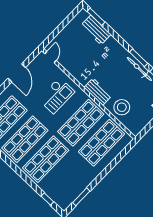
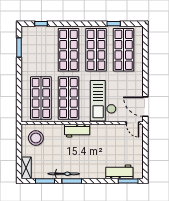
door: (17, 73) -> (145, 107), moved
checkout: (56, 95) -> (103, 101), width x1.36, depth x1.21
stool: (122, 107) -> (36, 138), moved

